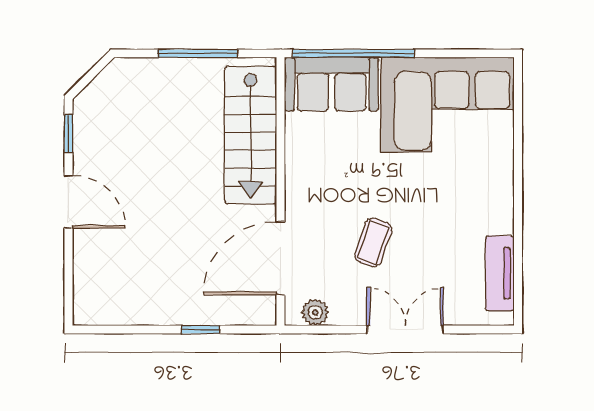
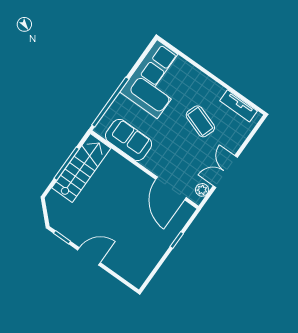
sofa: (332, 84) -> (129, 140), moved, turned -90
stairs: (251, 135) -> (81, 168), moved, turned -90
coffee table: (373, 242) -> (200, 121), moved, width x1.36, depth x1.30
double door: (405, 329) -> (225, 172), moved

